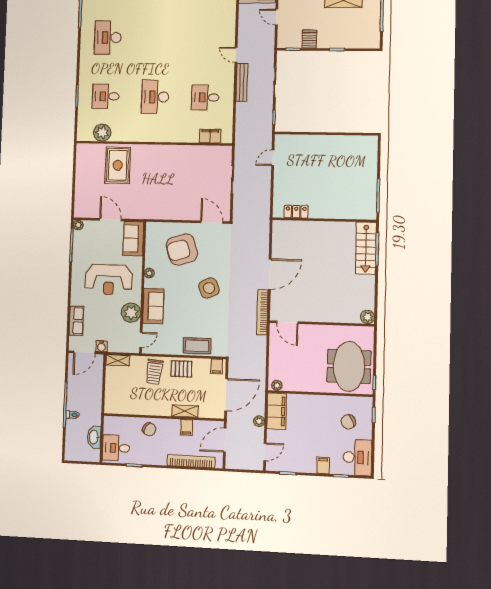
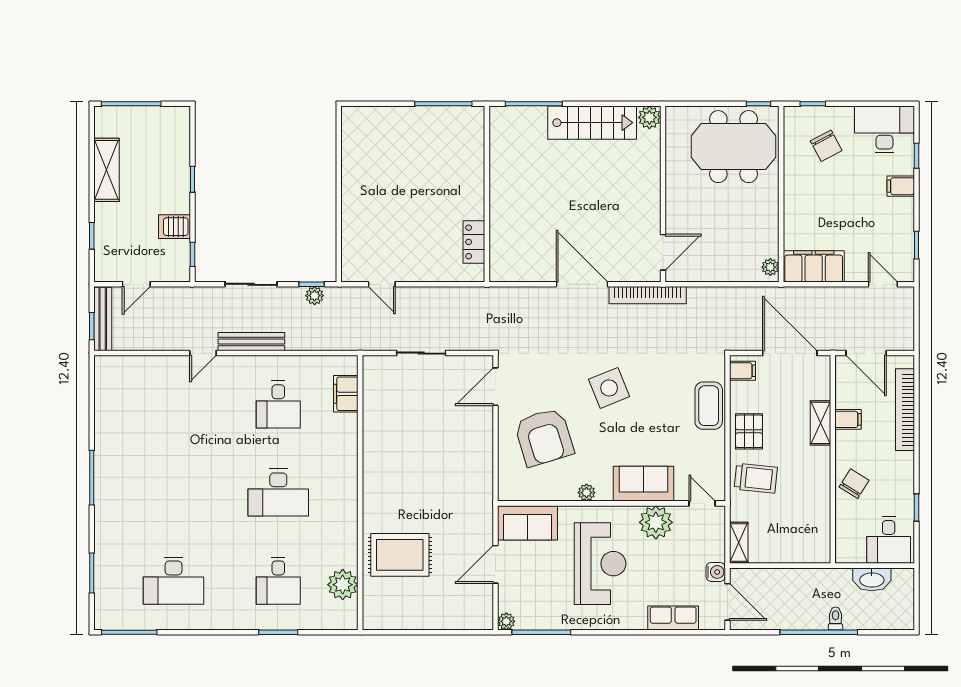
stairs: (366, 248) -> (592, 123), moved
plant: (259, 421) -> (315, 296), moved

